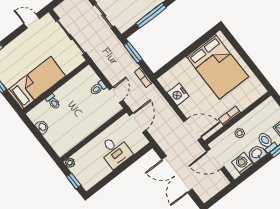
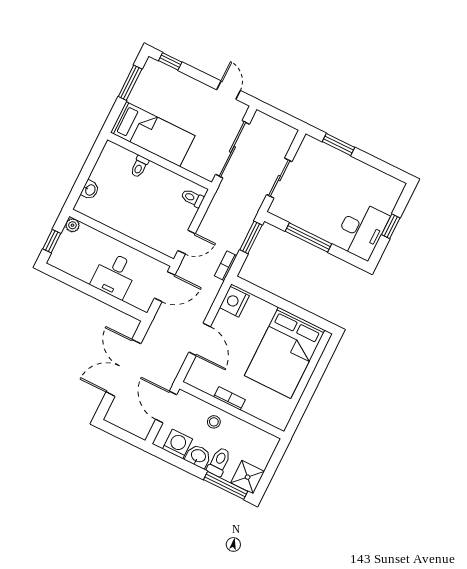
toilet: (98, 88) -> (192, 198), moved
nightstand: (178, 94) -> (234, 302), moved
washbasin: (42, 127) -> (90, 190), moved
door: (192, 130) -> (200, 339), moved

